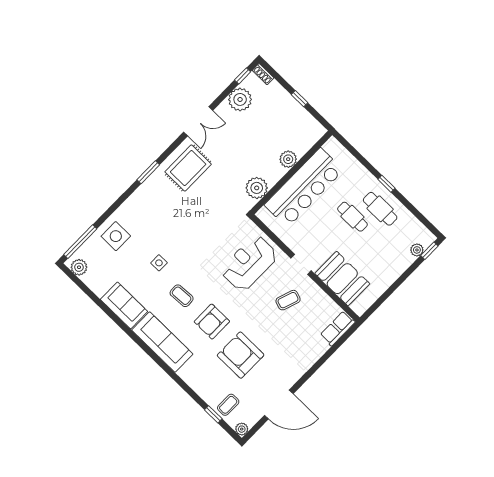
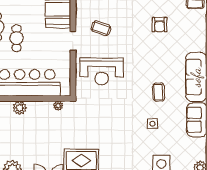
plant: (257, 188) -> (58, 106), width x0.53, depth x0.53
armchair: (212, 322) -> (156, 60), removed
armchair: (241, 355) -> (160, 25), width x0.53, depth x0.53

